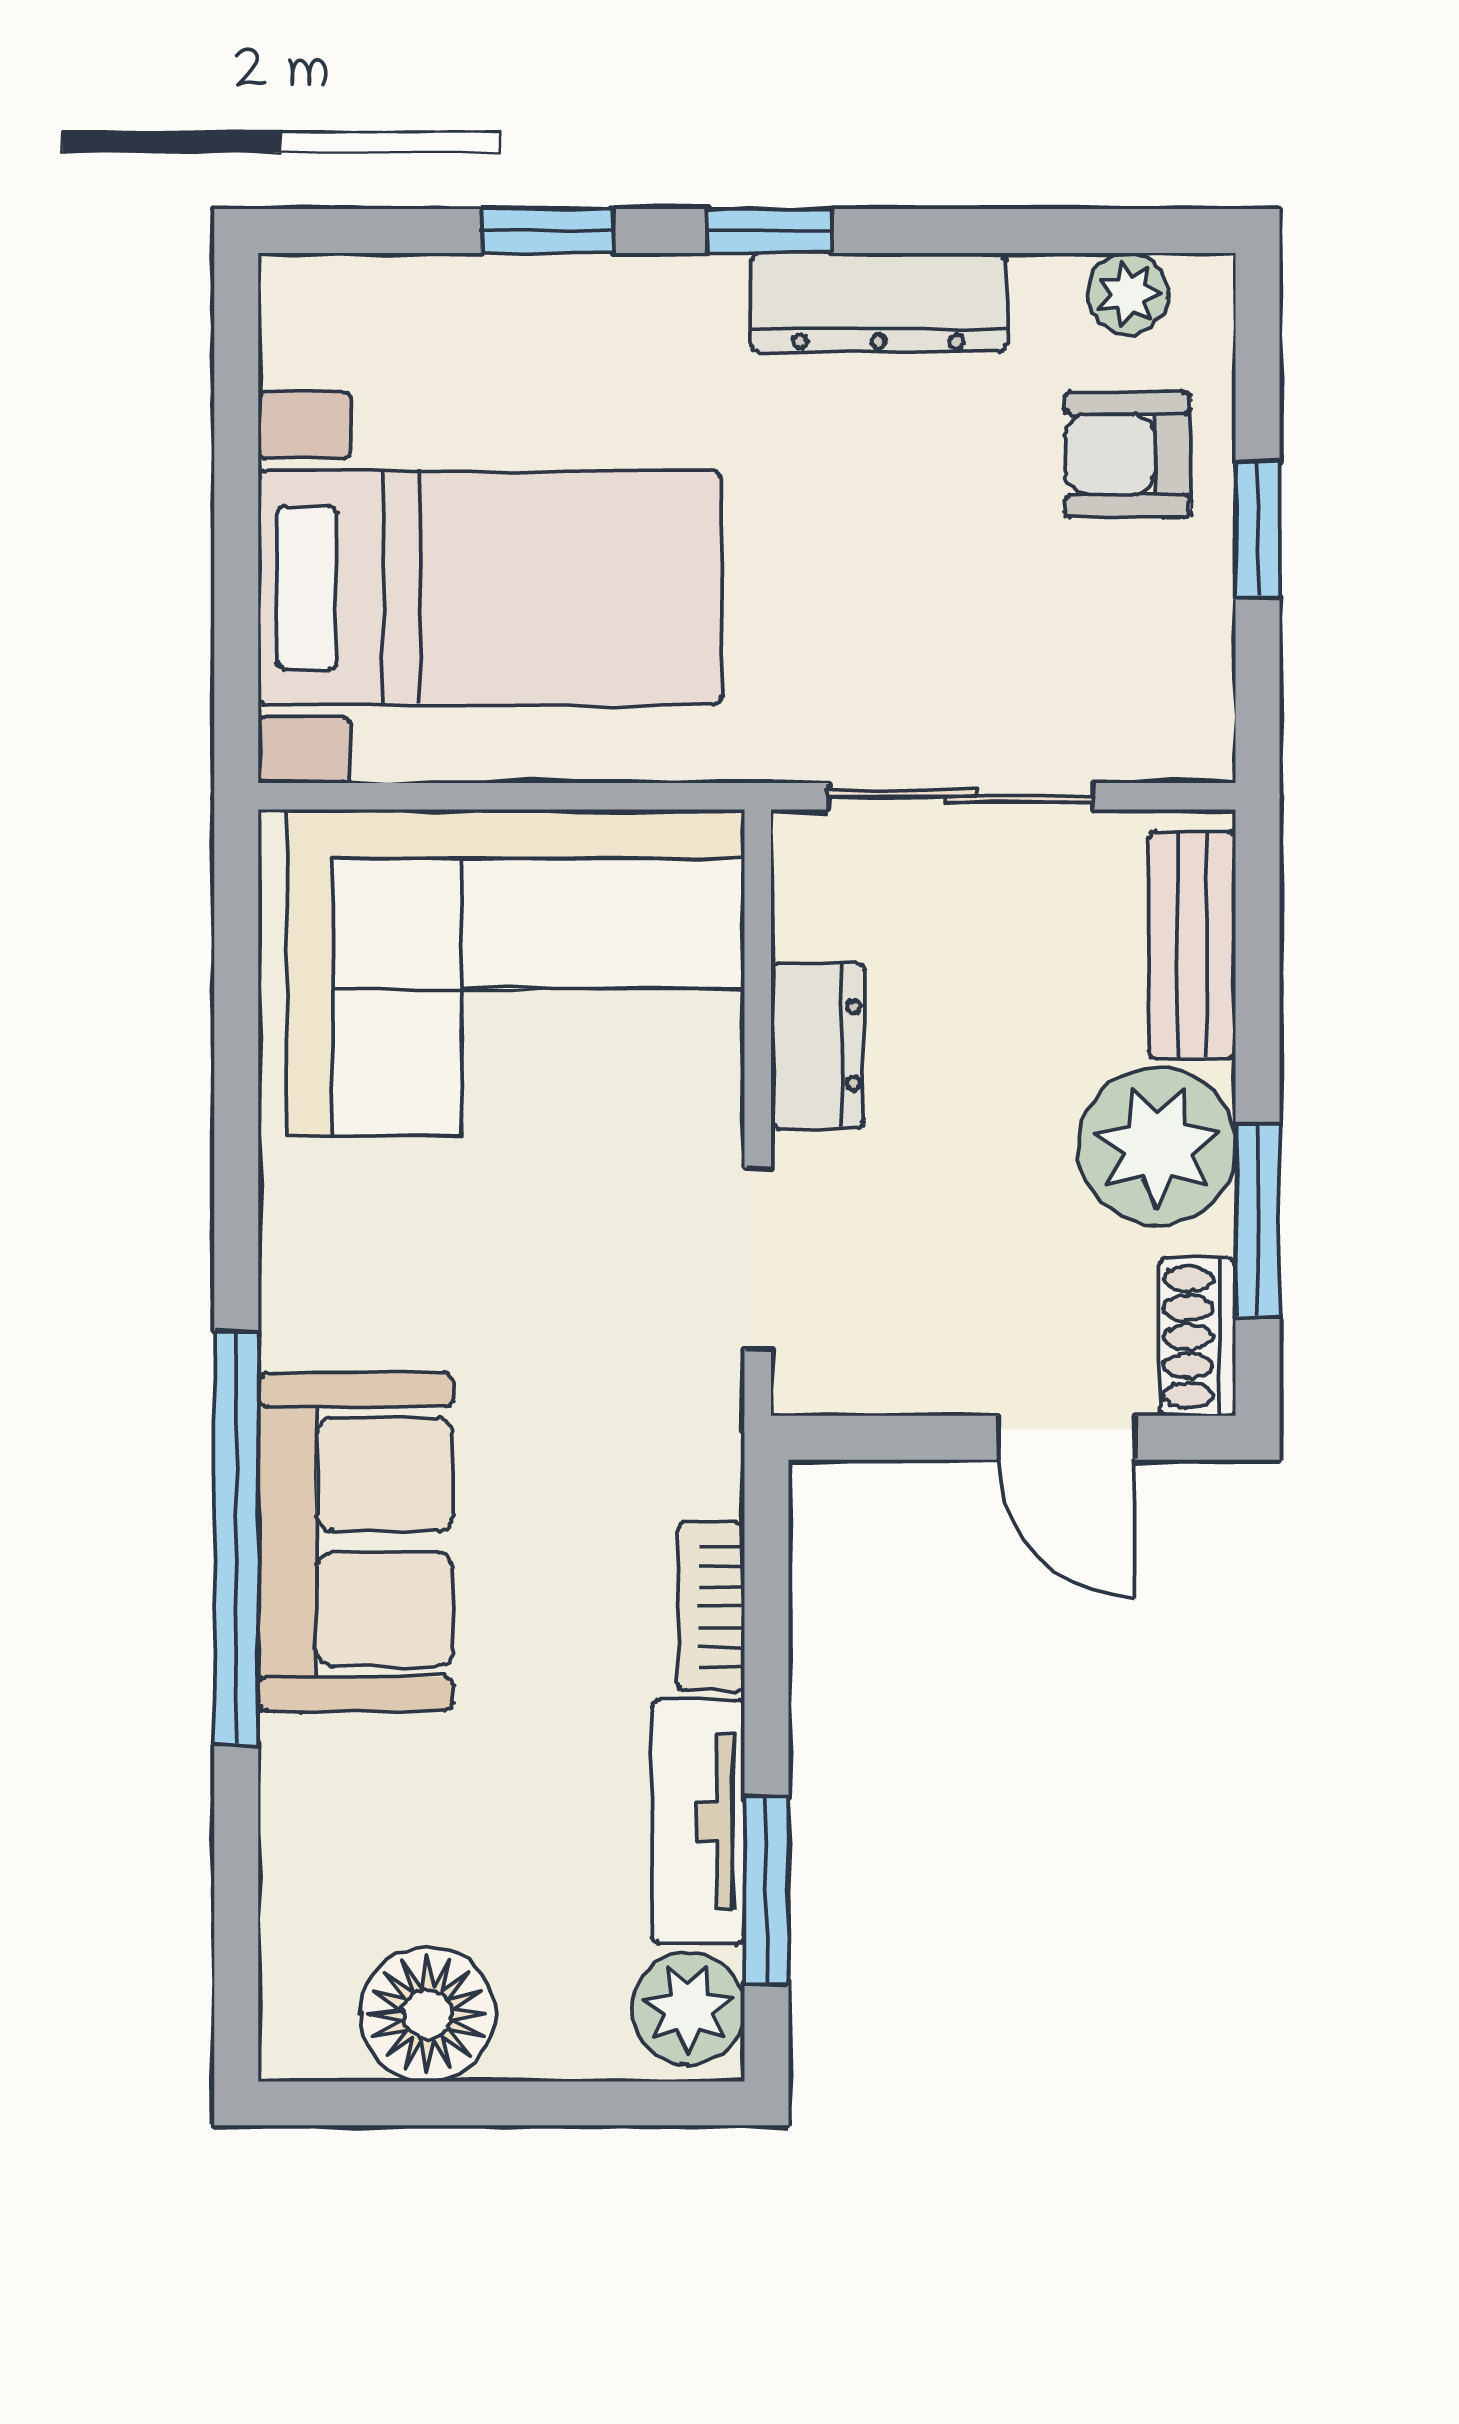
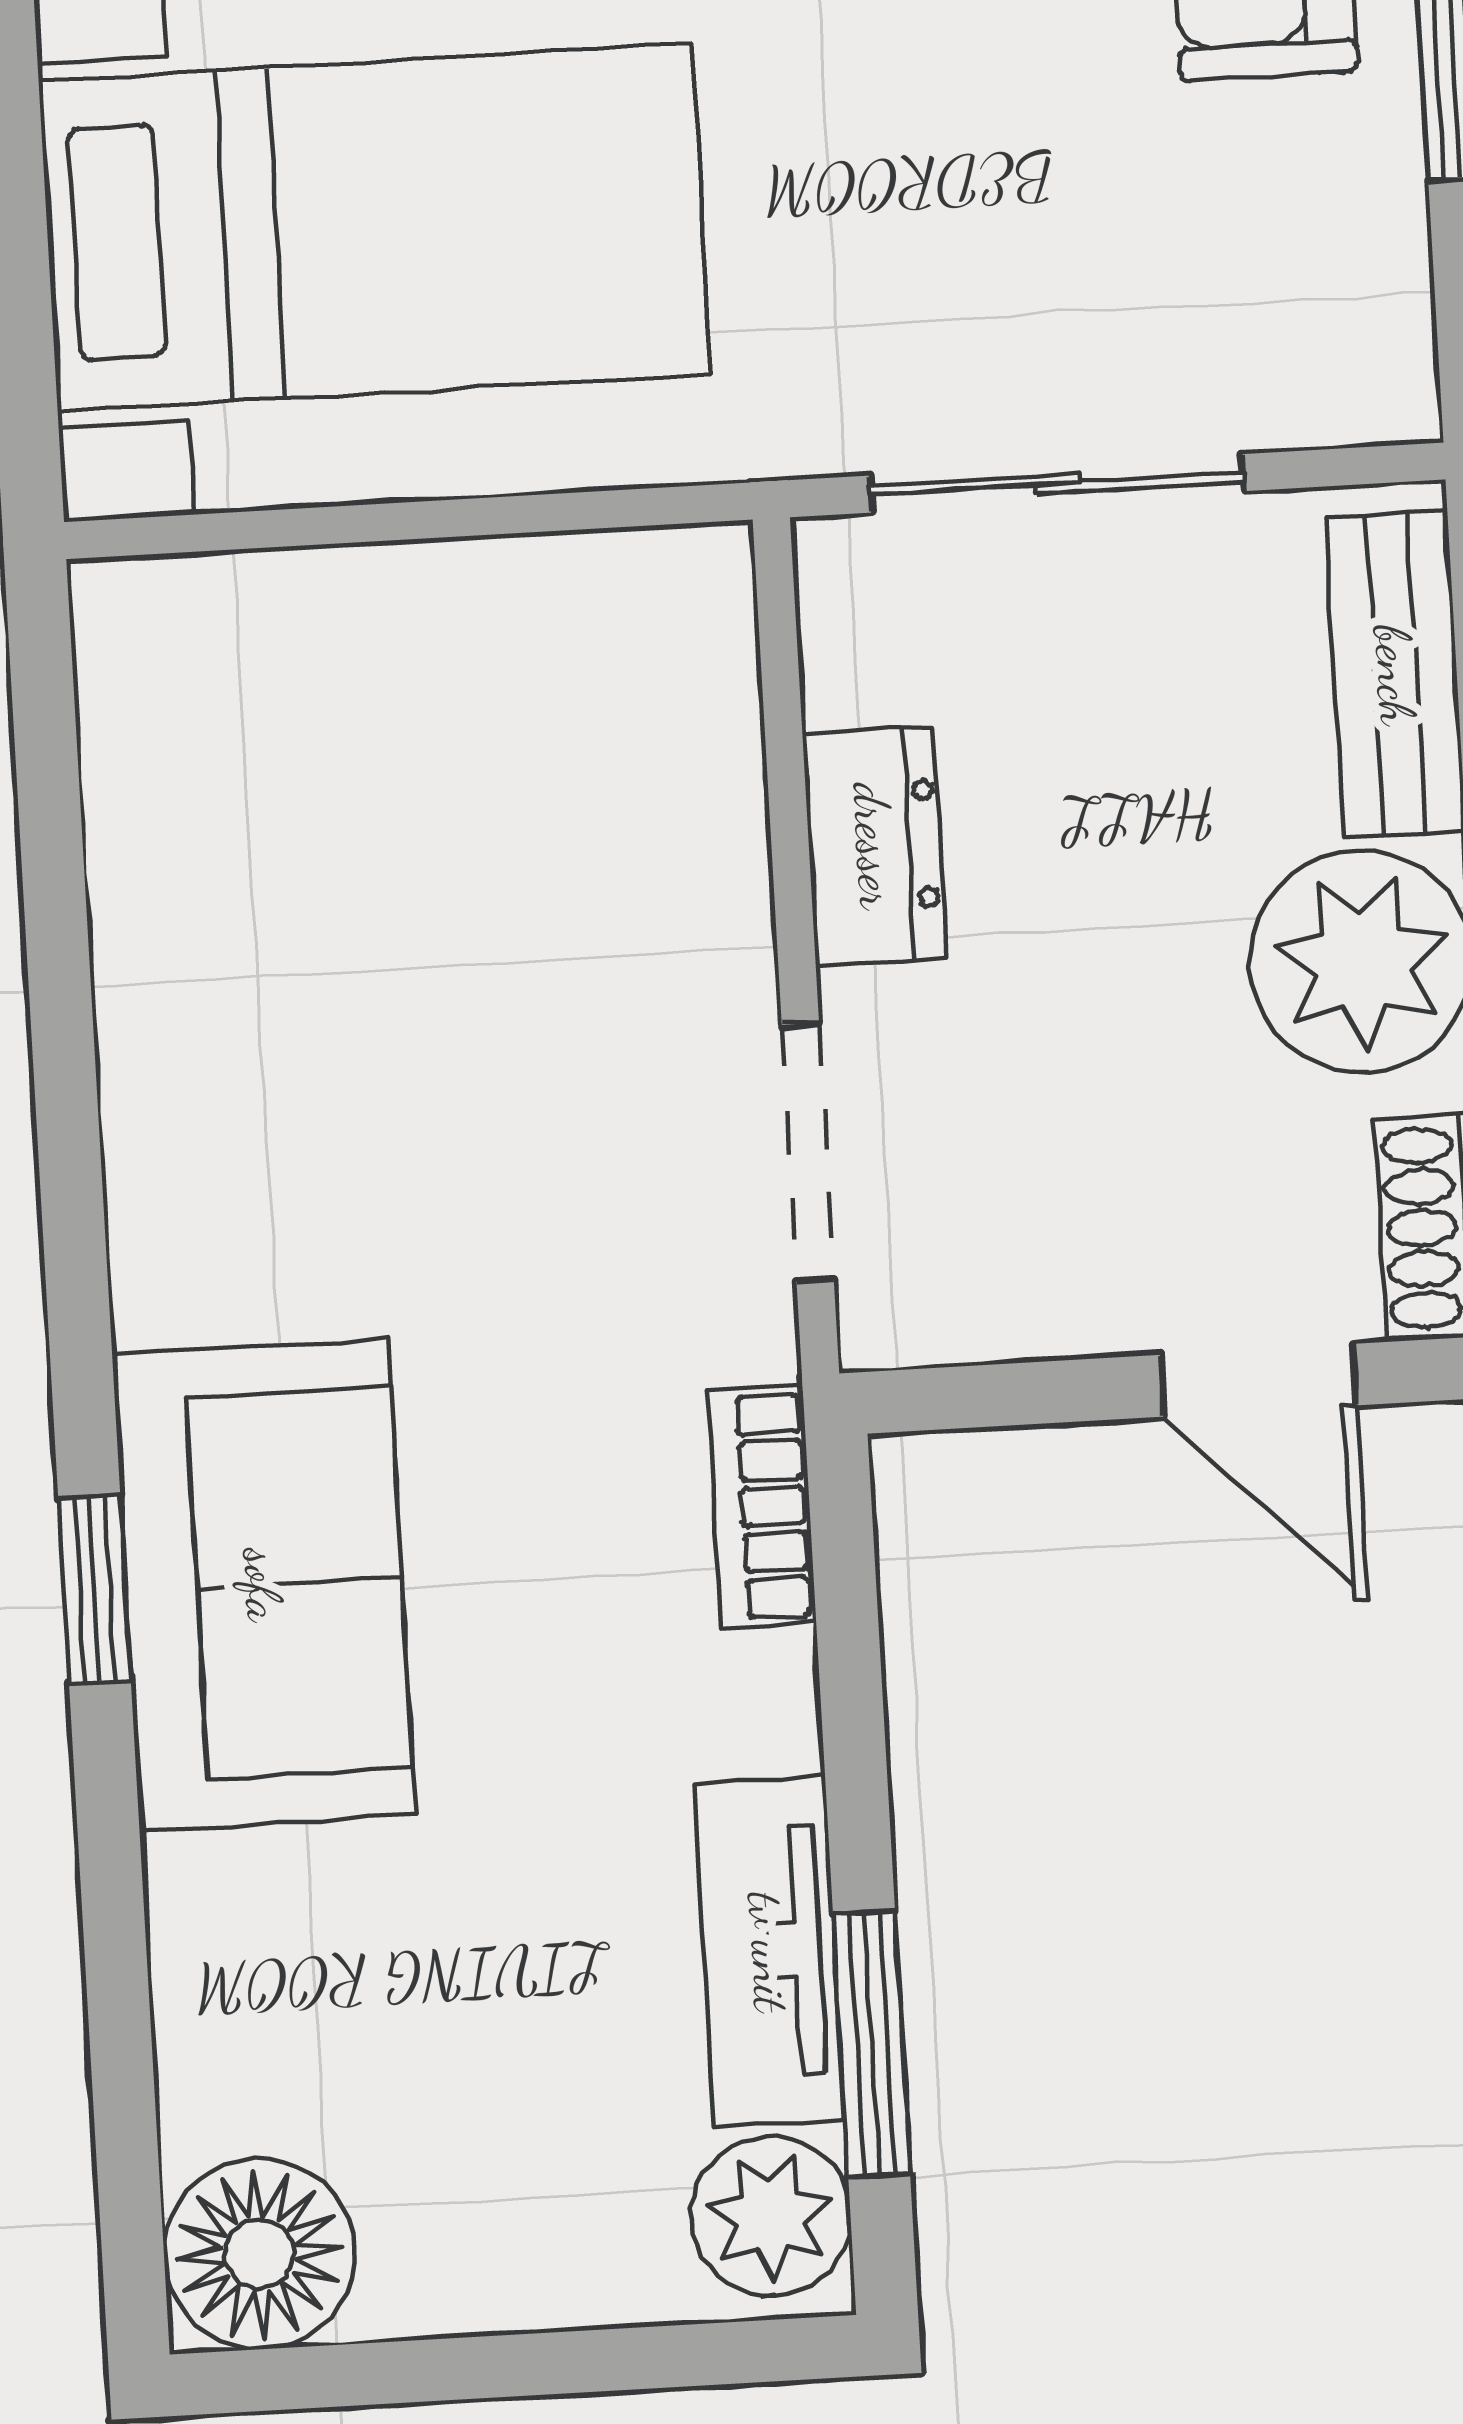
corner sofa: (516, 973) -> (443, 768), removed
window: (236, 1538) -> (95, 1589), width x0.32
bookcase: (711, 1607) -> (762, 1507), moved
floor lamp: (427, 2014) -> (259, 2254), moved

